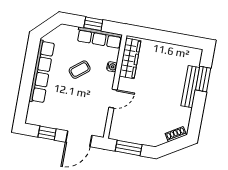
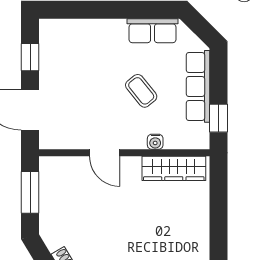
window: (93, 24) -> (219, 118), moved
row of seats: (99, 38) -> (198, 86), moved
row of seats: (42, 72) -> (152, 31), width x0.50

